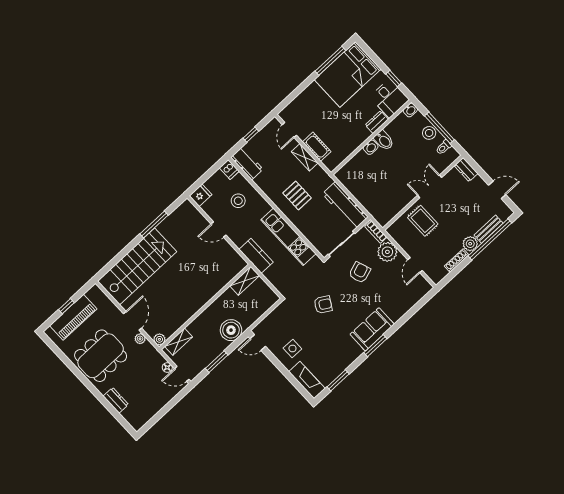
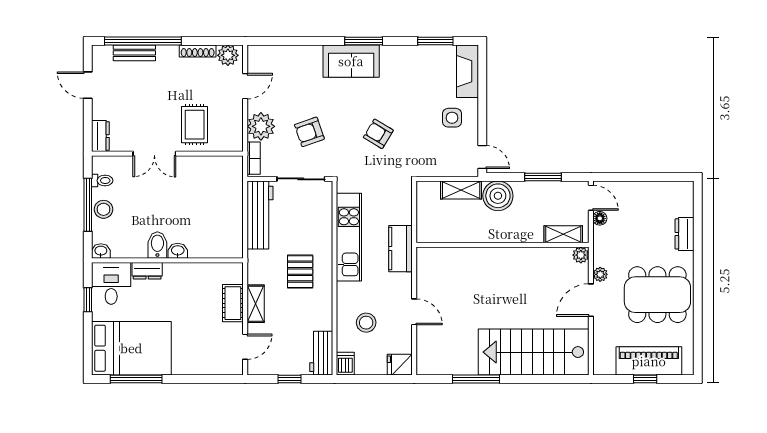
plant: (470, 244) -> (228, 55), moved
shelving: (245, 281) -> (461, 190), moved

